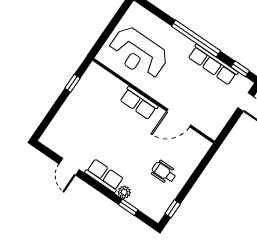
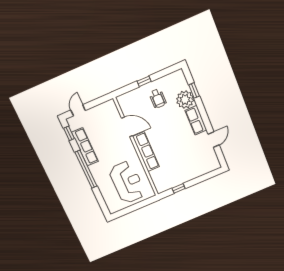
row of seats: (139, 103) -> (146, 152), width x1.48
plant: (124, 192) -> (185, 100), width x1.88, depth x1.88
window: (173, 209) -> (144, 81), moved

